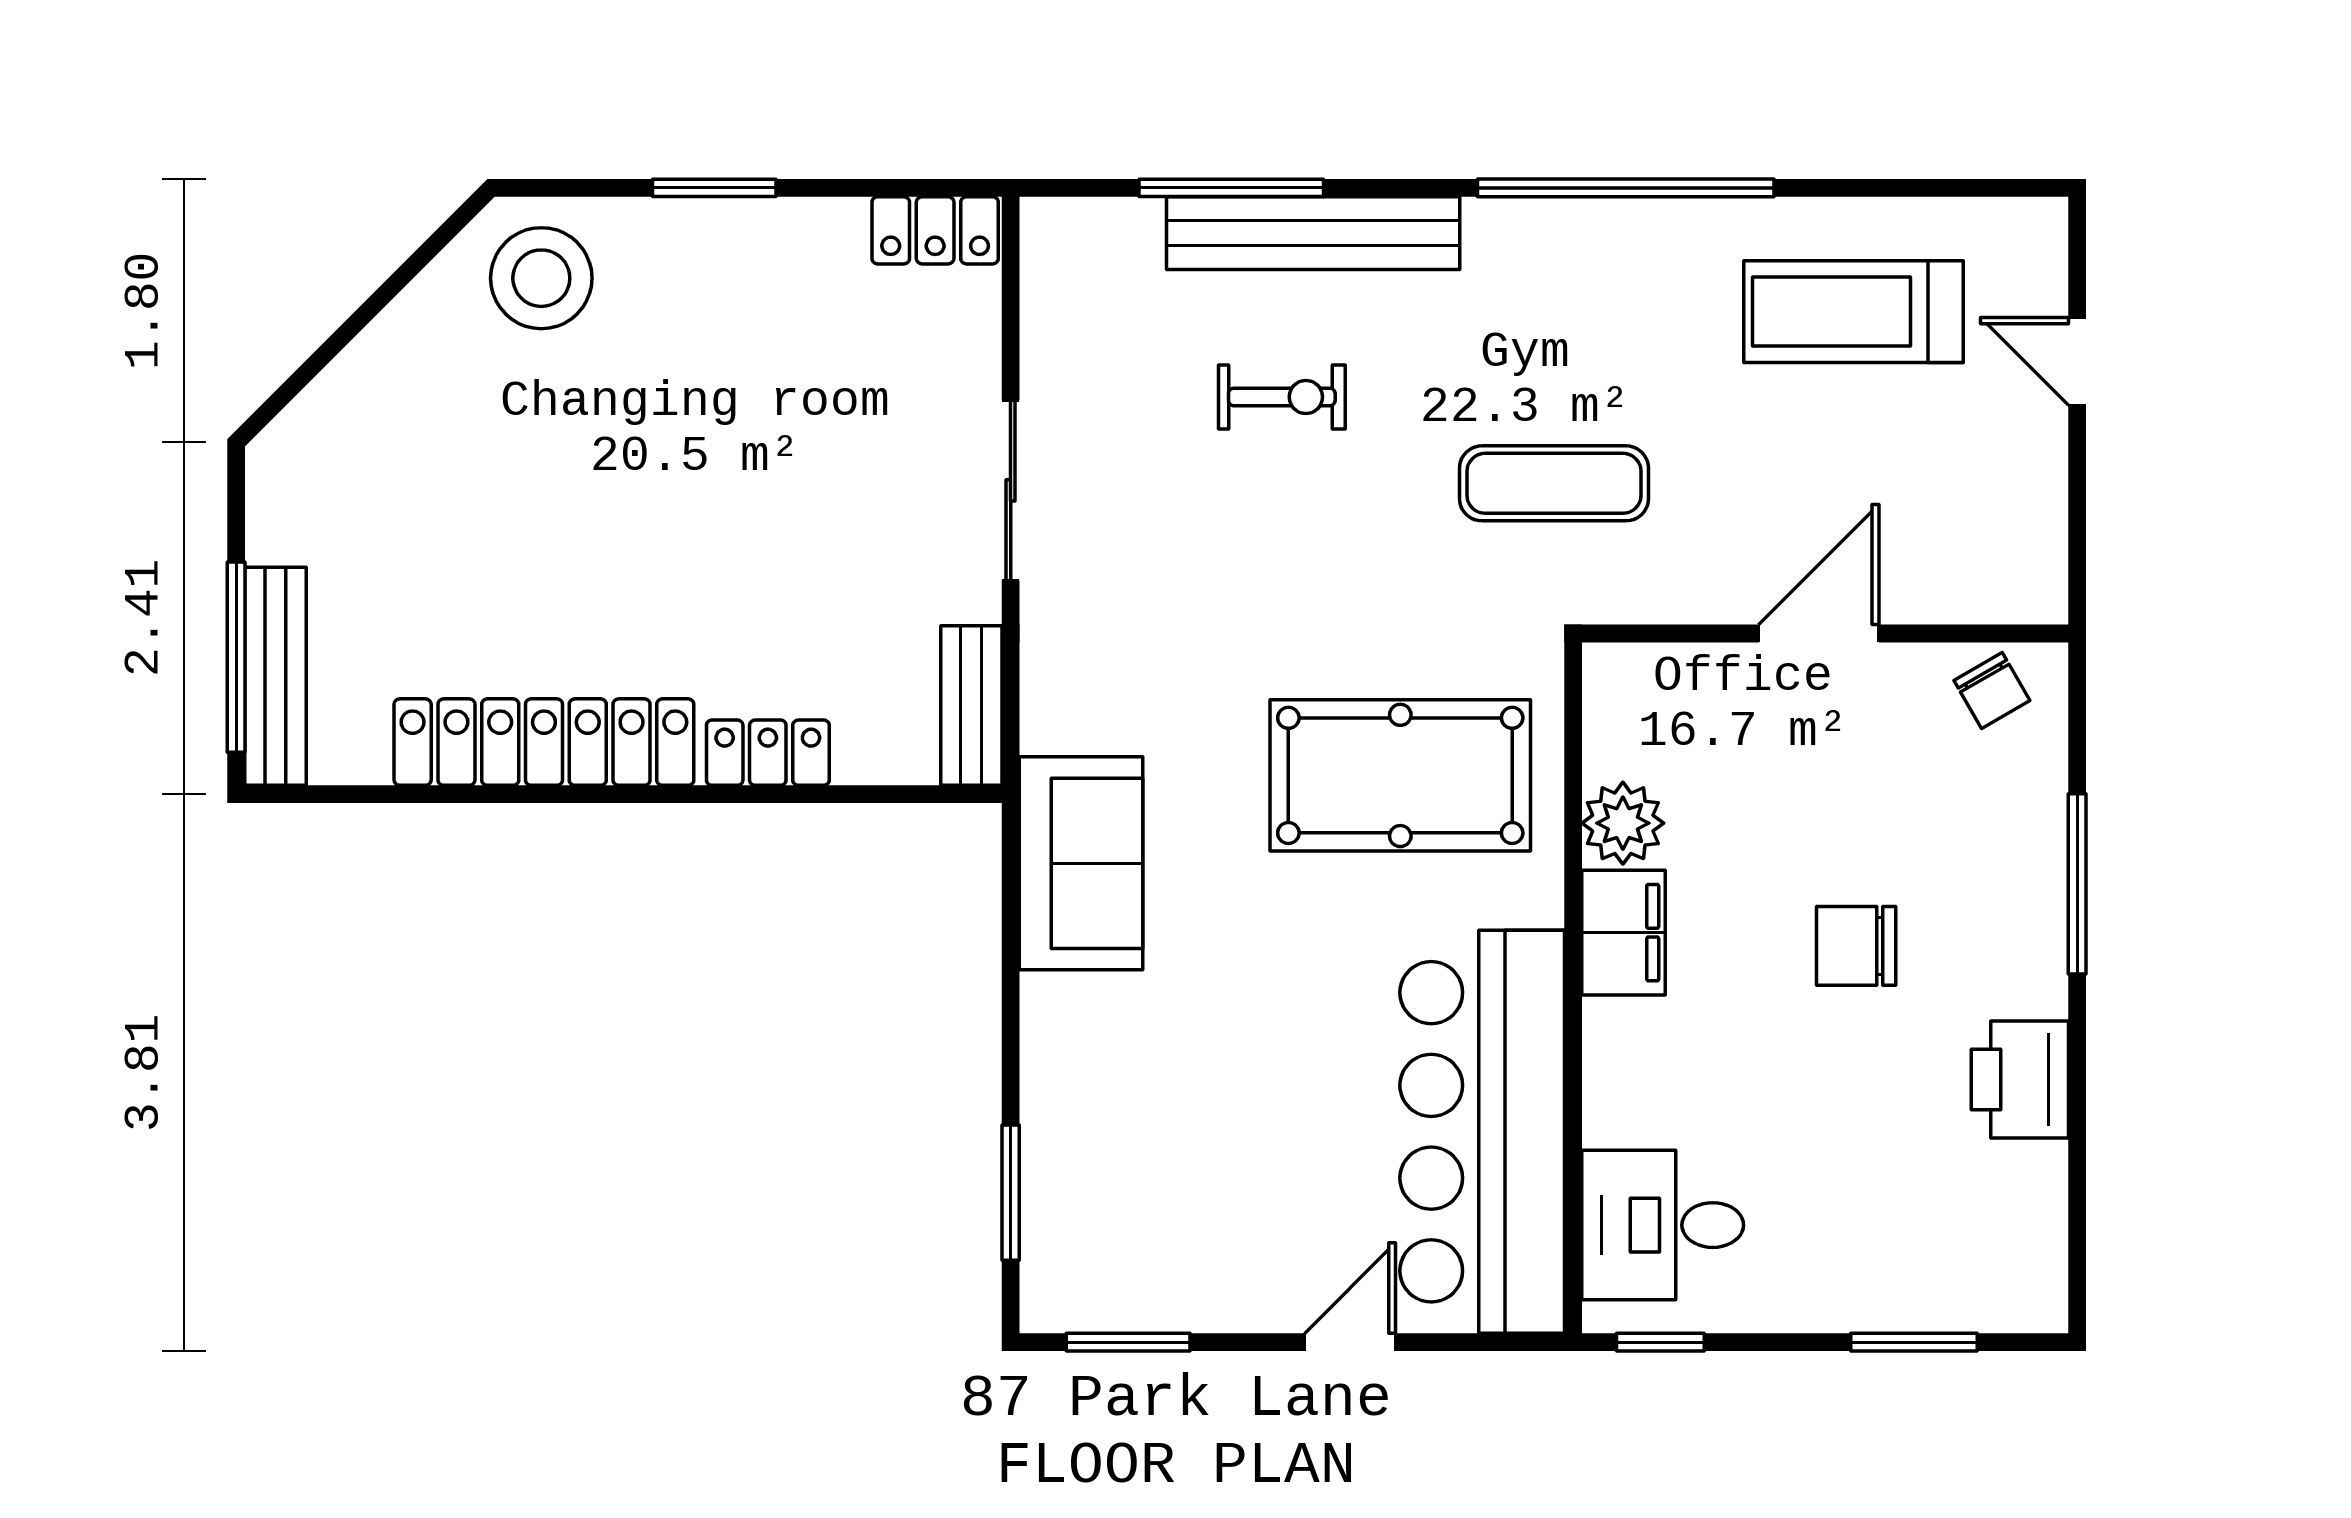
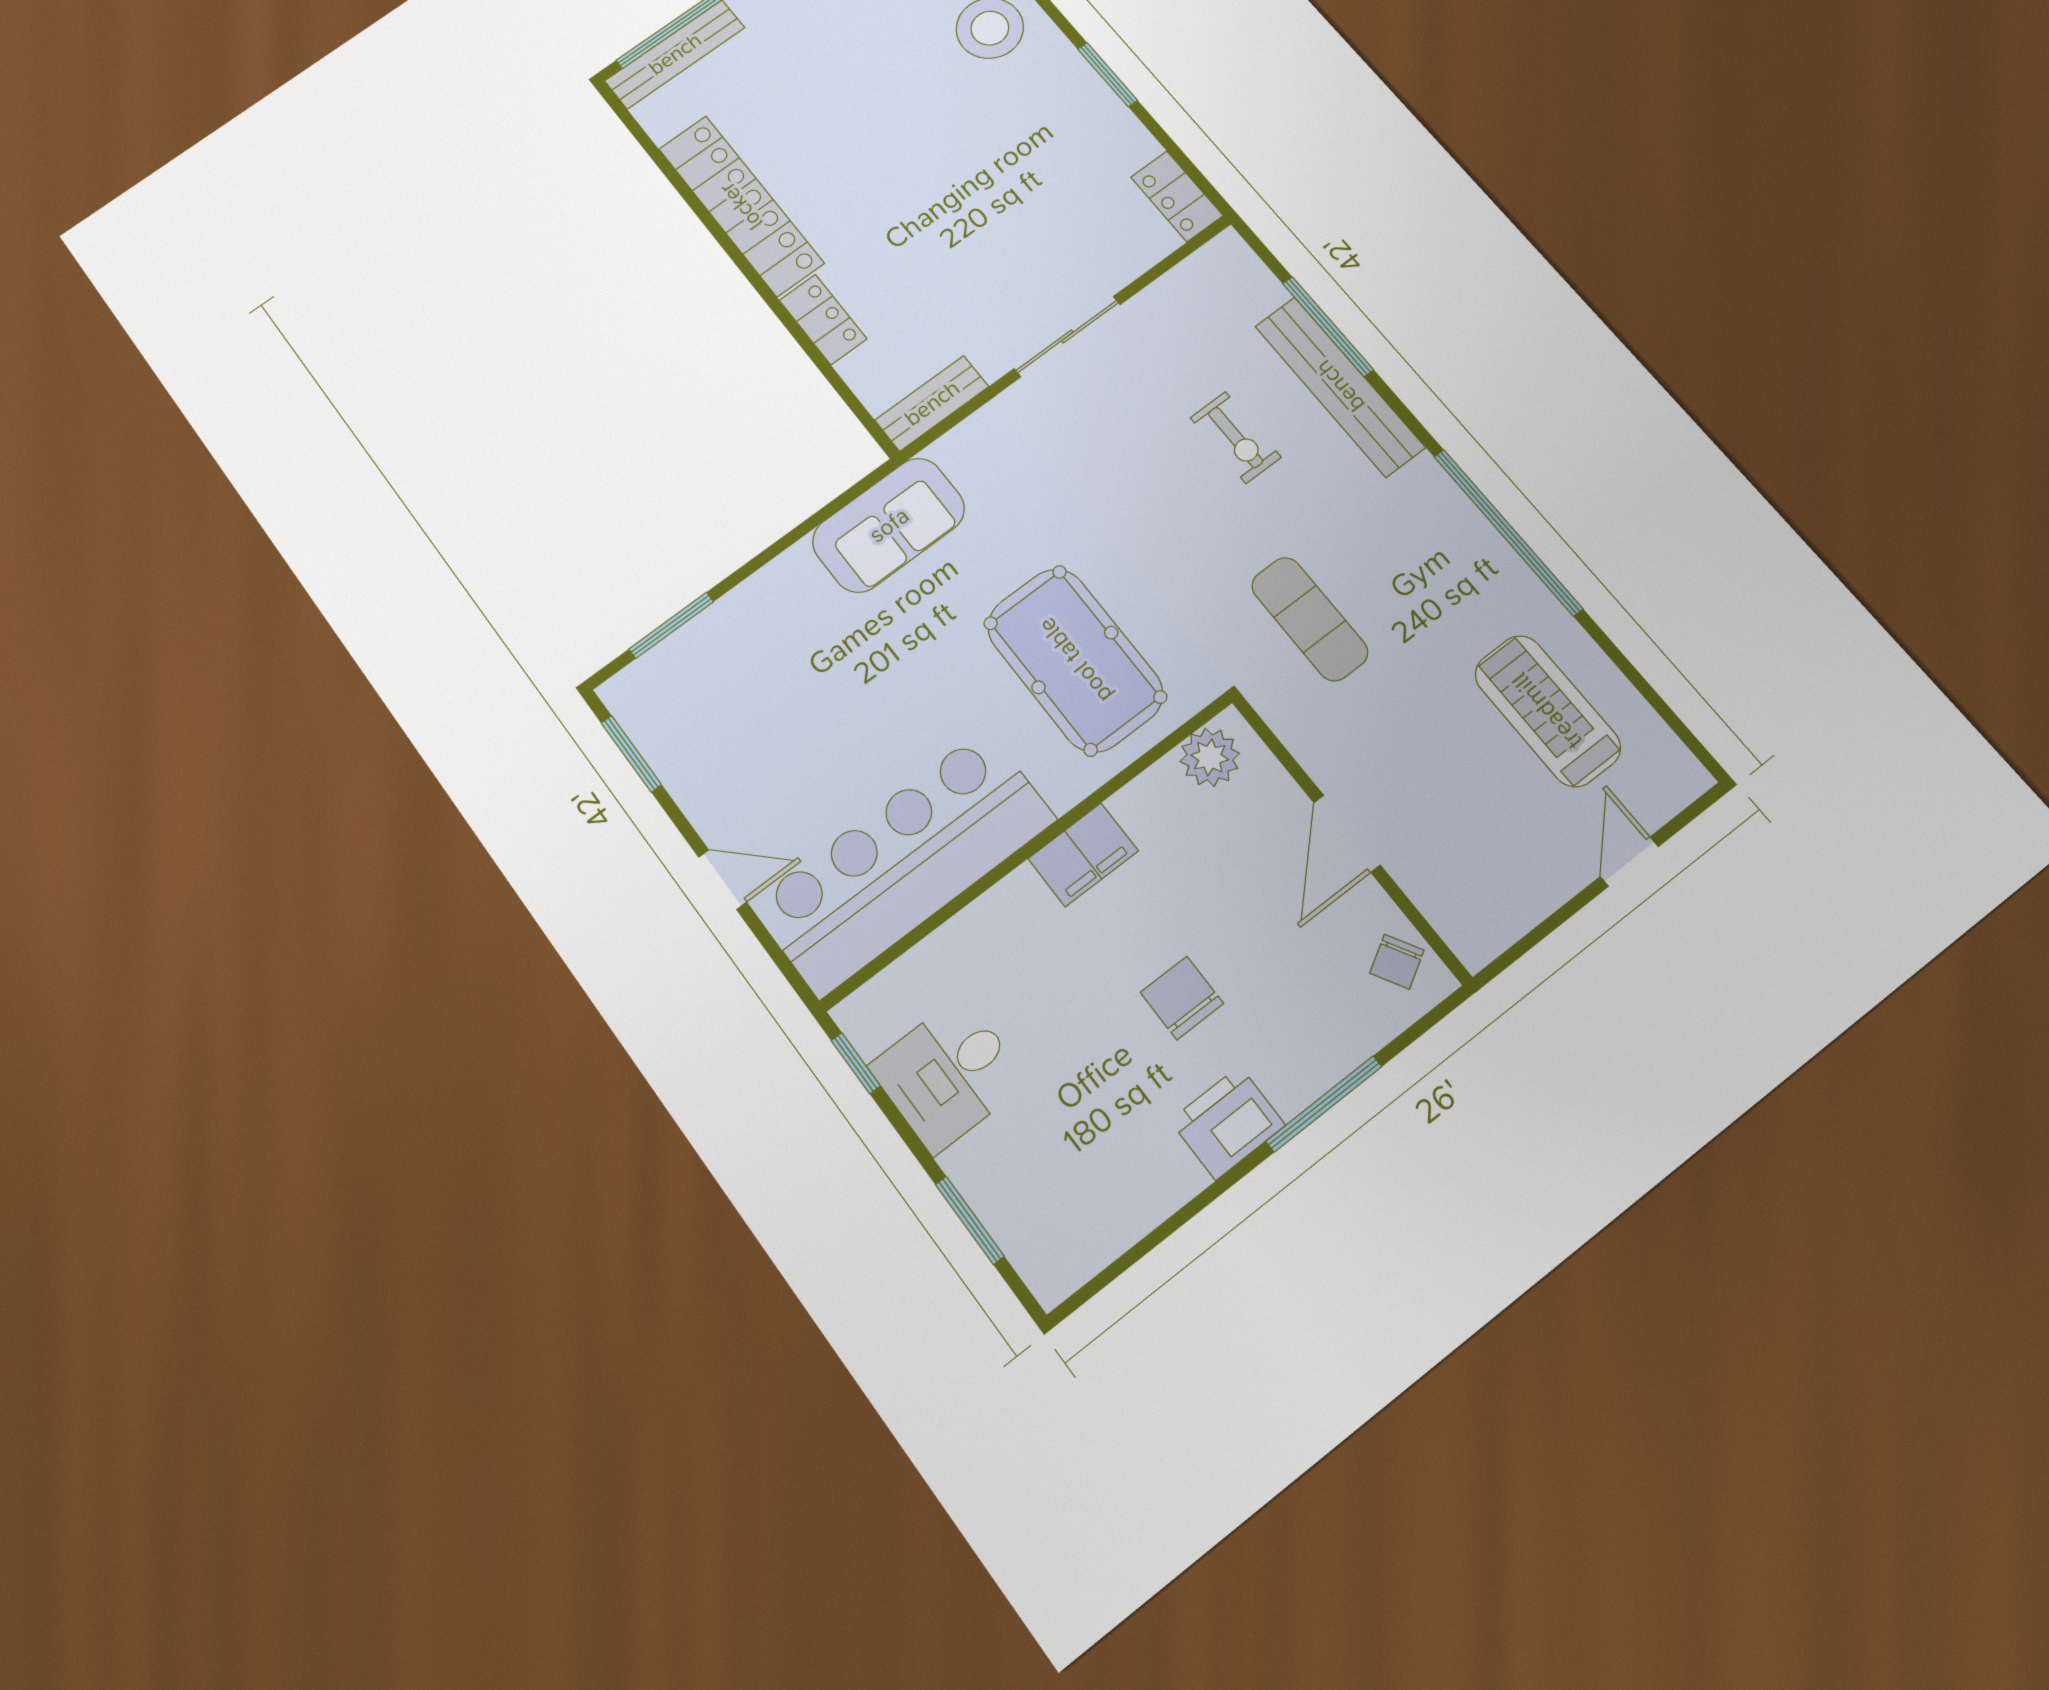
door: (1819, 634) -> (1347, 834), swing flipped
plant: (1623, 823) -> (1210, 757), moved
printer: (2020, 1080) -> (1228, 1123), moved
desk: (1663, 1225) -> (948, 1074), moved, turned -90

